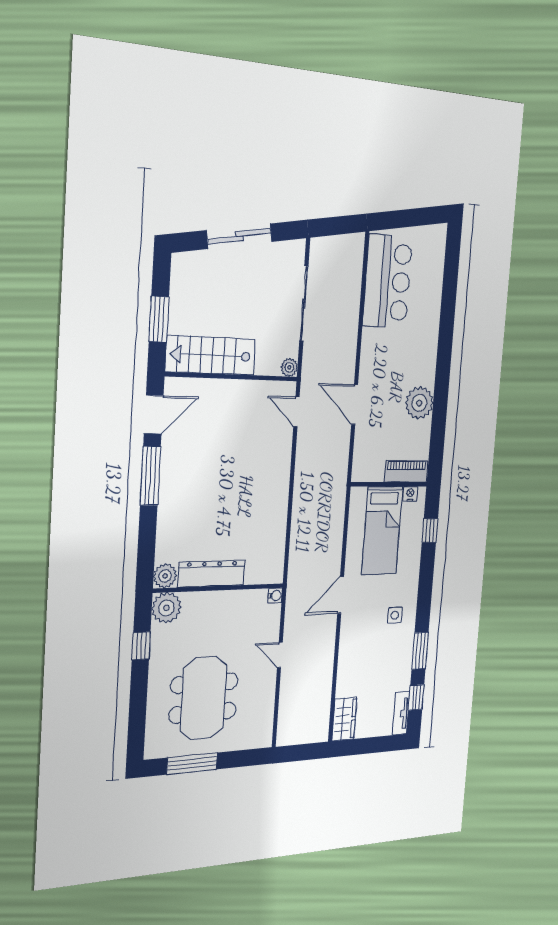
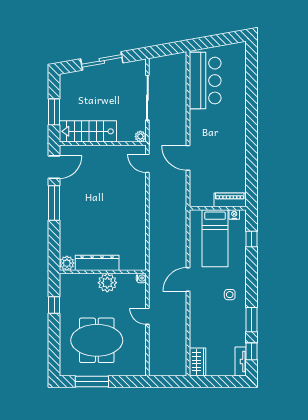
plant: (419, 403) -> (236, 156), removed
plant: (166, 608) -> (107, 283), moved
meeting table: (204, 698) -> (97, 340), turned 90

